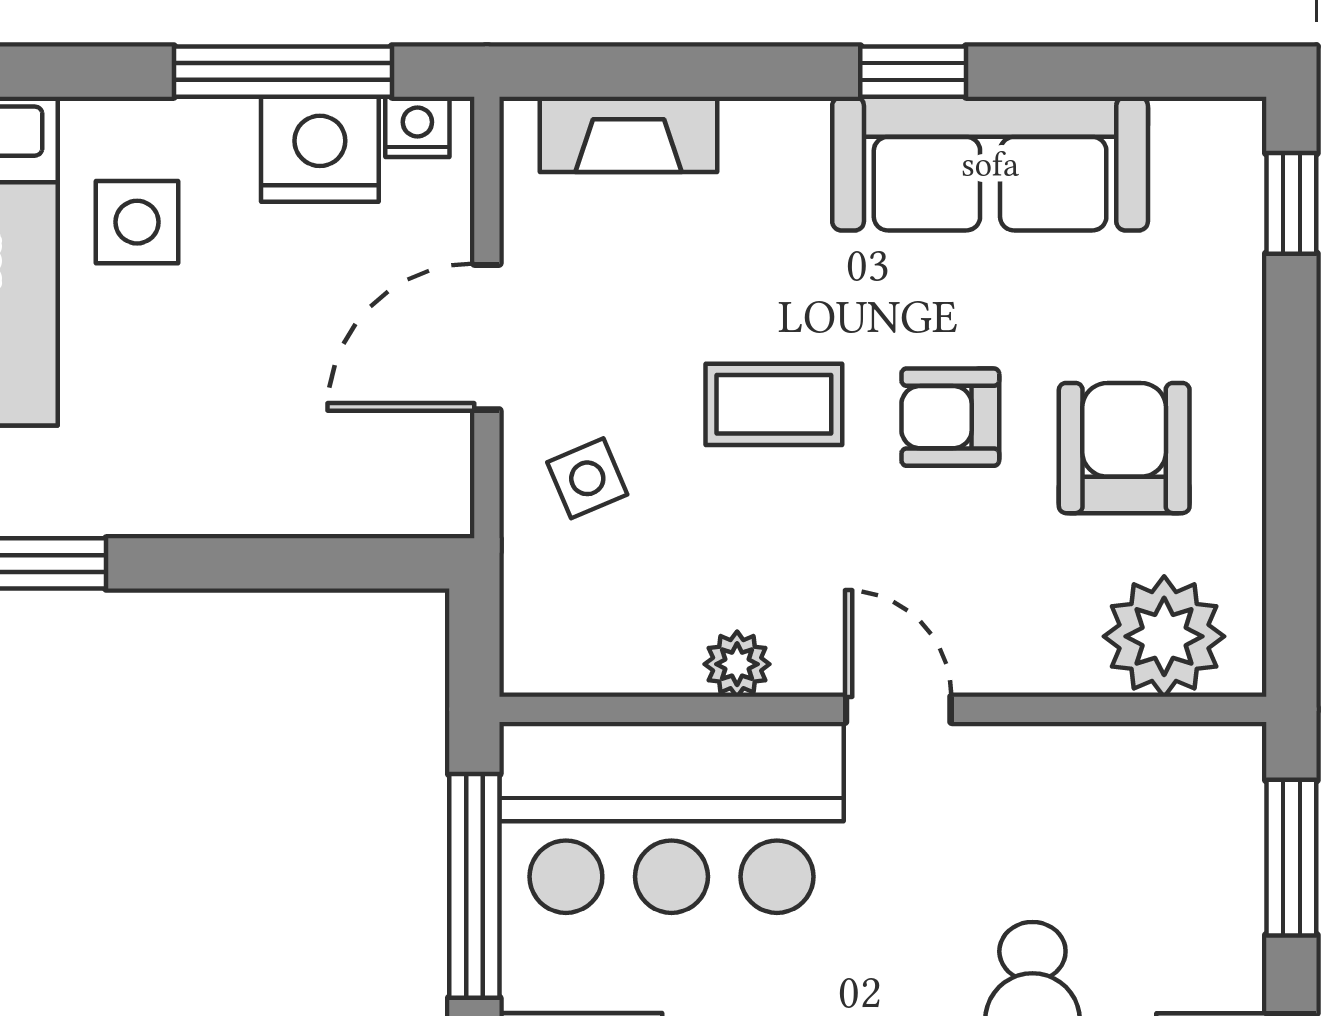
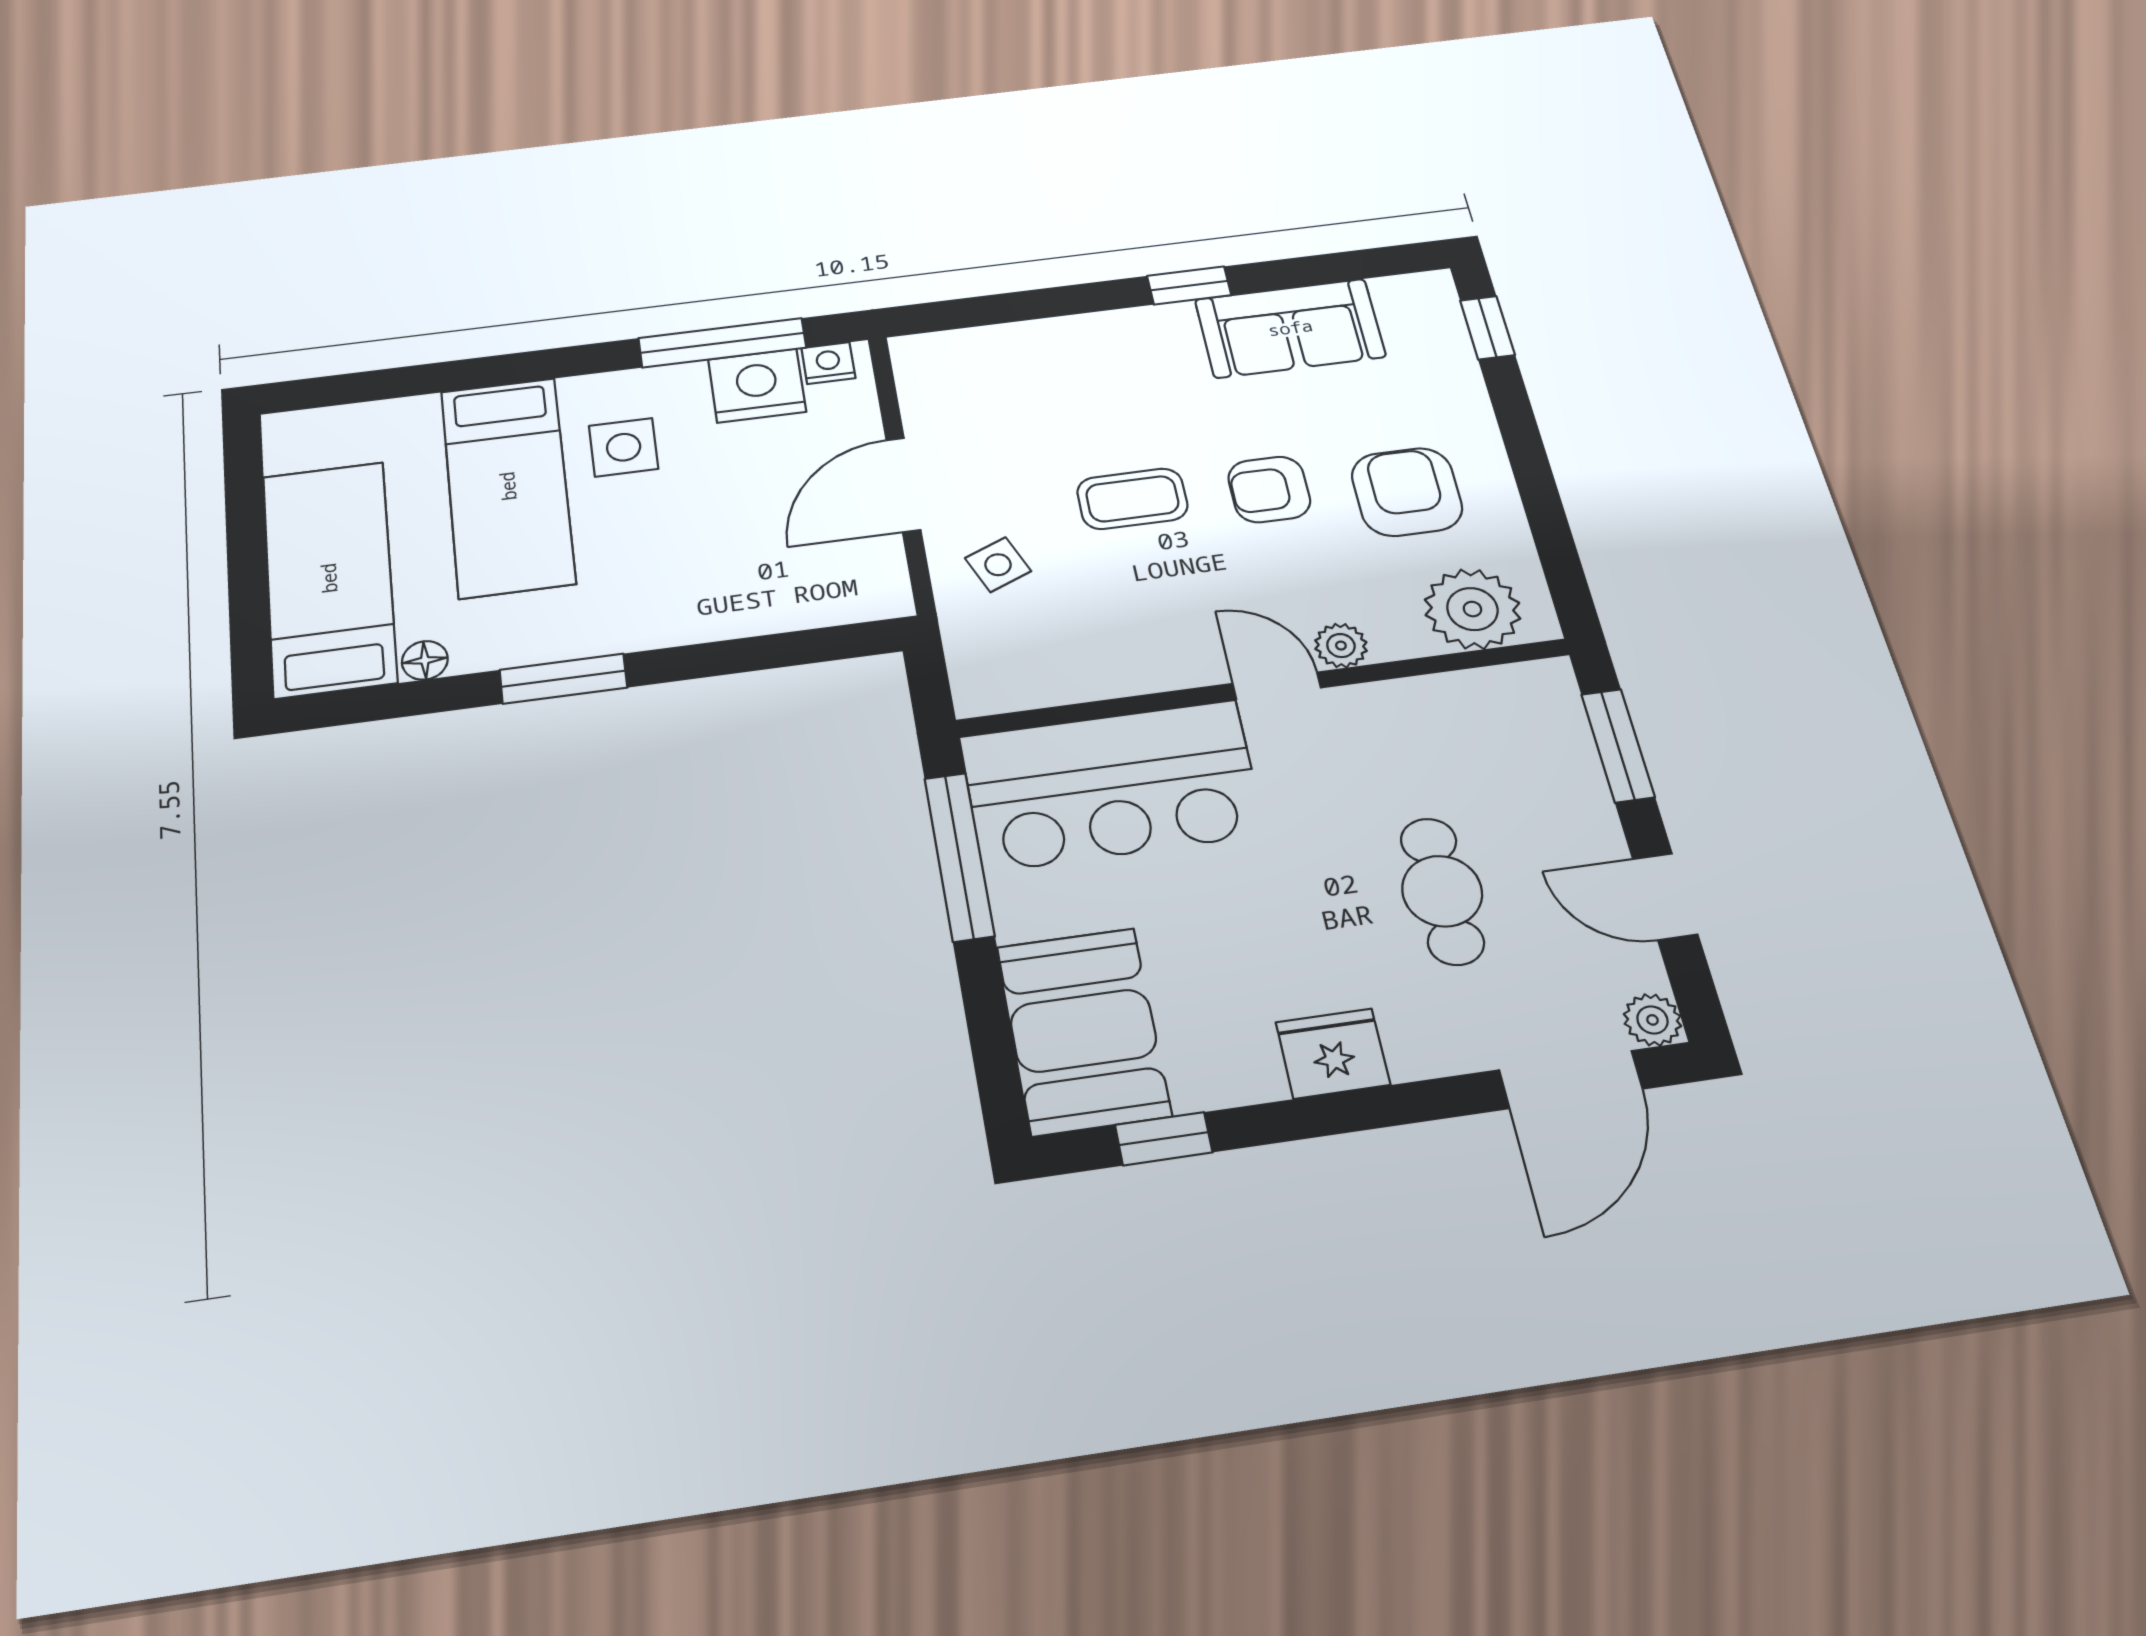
fireplace: (628, 134) -> (987, 348), removed
sofa: (990, 164) -> (1290, 328), width x0.73
plant: (737, 664) -> (1341, 646), moved

